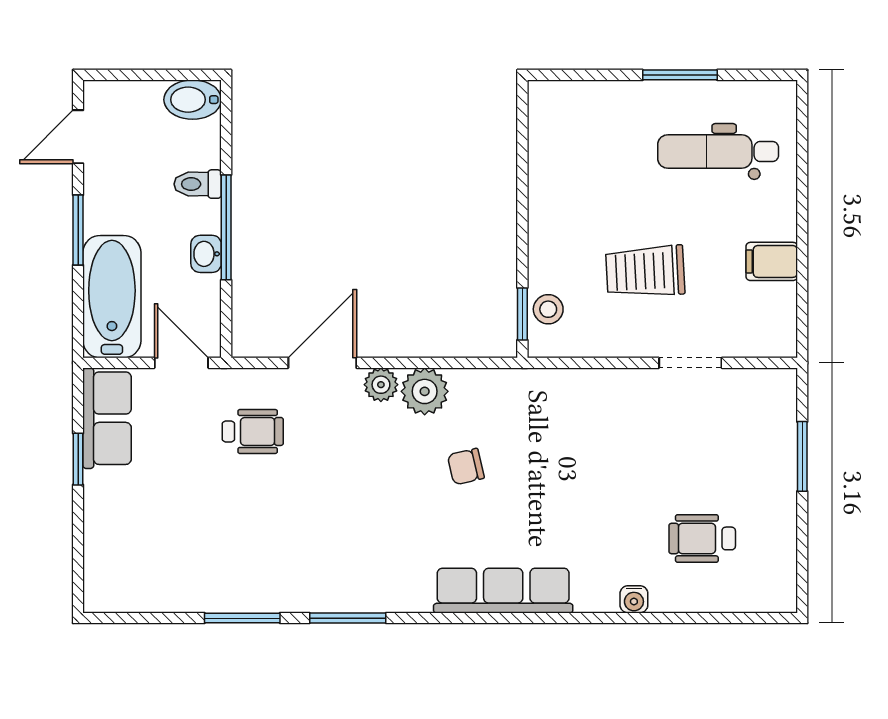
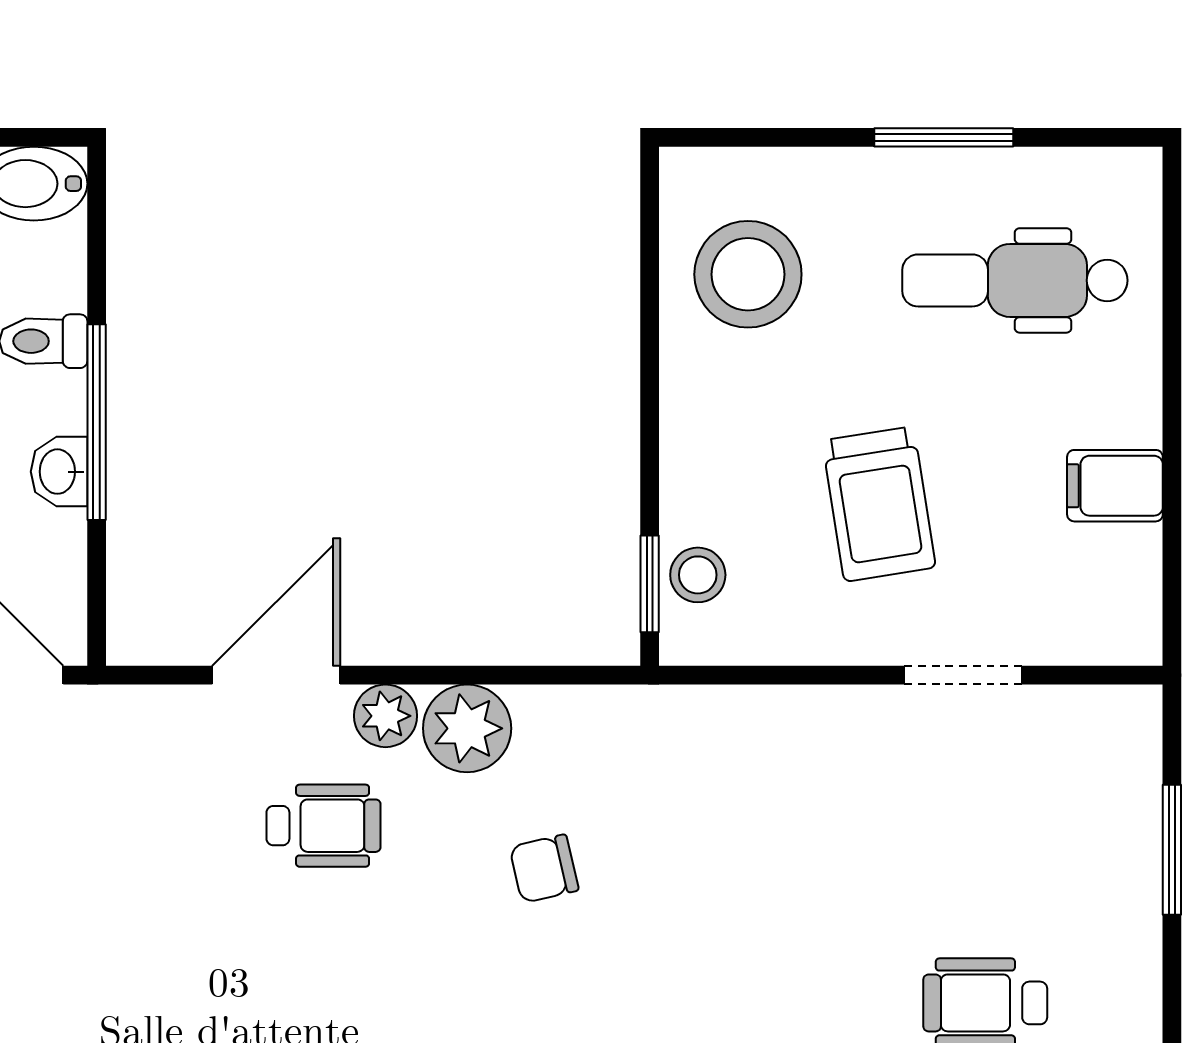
stool: (575, 148) -> (748, 274), added
trolley: (645, 271) -> (879, 504), turned -96
wheelchair: (253, 431) -> (323, 826), moved

